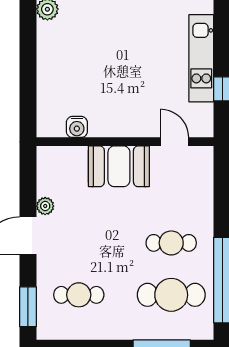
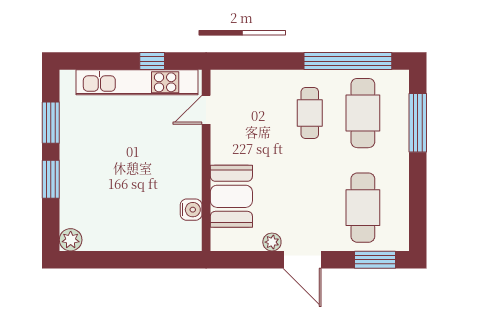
kitchen unit: (201, 58) -> (137, 82), width x1.36
booth: (119, 166) -> (231, 196), moved
cafe table: (79, 295) -> (363, 208), width x1.37, depth x1.35

